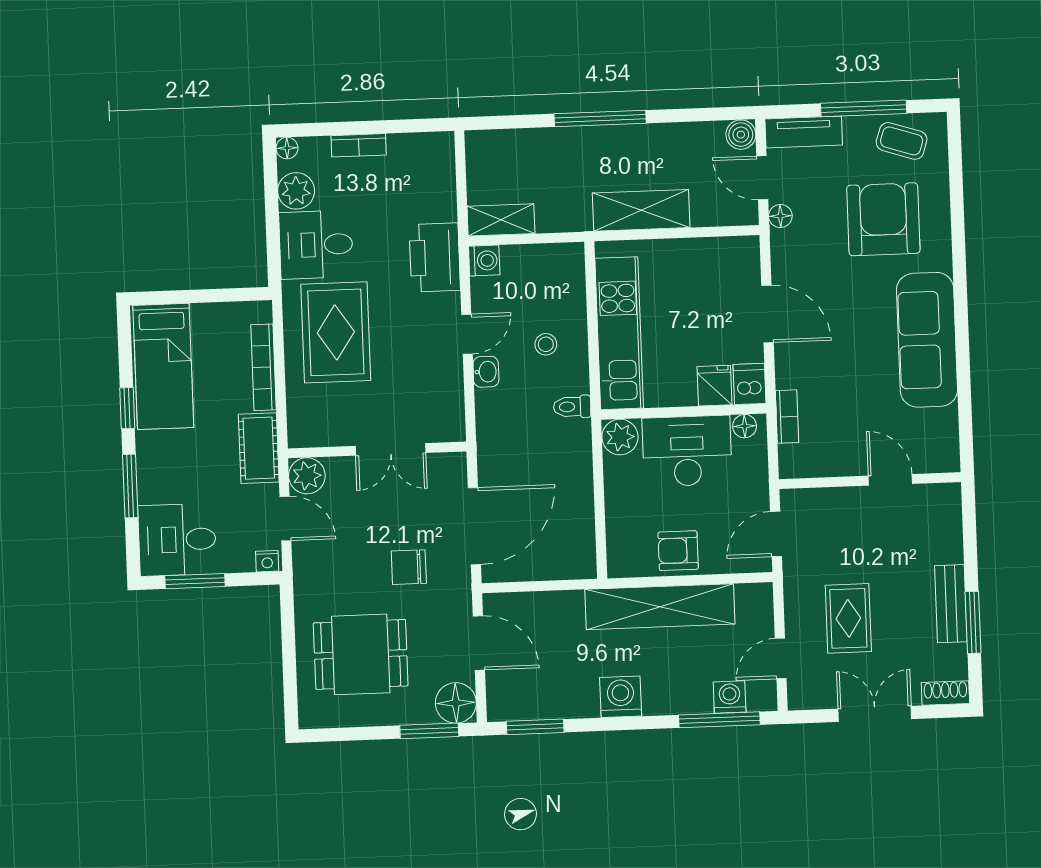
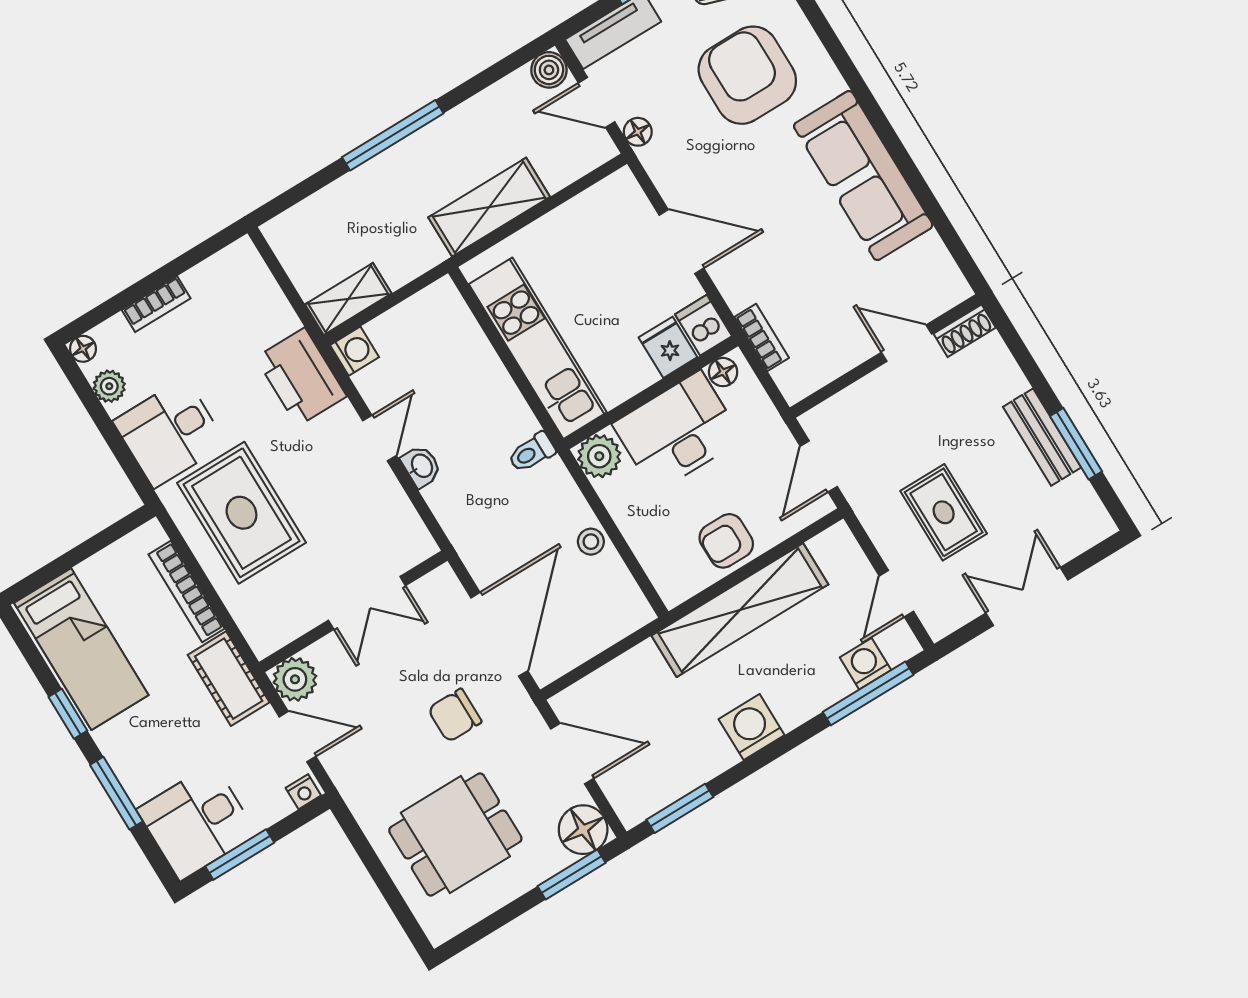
plant: (296, 191) -> (109, 386), width x0.73, depth x0.73
stool: (546, 344) -> (591, 542), moved
shoe rack: (945, 693) -> (965, 331), moved, turned 180

